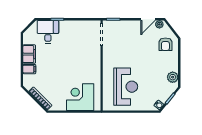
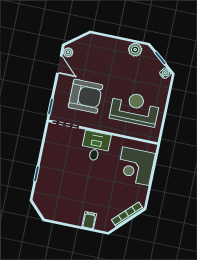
desk: (48, 32) -> (96, 146), moved, turned 90
armchair: (165, 44) -> (85, 96), moved, width x1.88, depth x1.88
filing cabinet: (29, 54) -> (71, 217), removed

